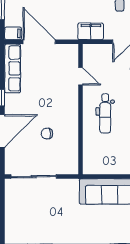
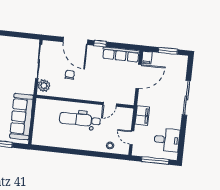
dental chair: (105, 113) -> (80, 120), width x1.36, depth x1.38
plant: (65, 166) -> (44, 86), added

